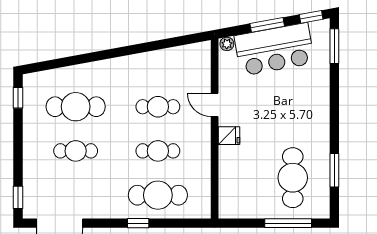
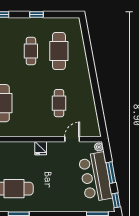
window: (18, 98) -> (37, 14), moved
door: (215, 105) -> (72, 139), moved
cafe table: (158, 151) -> (31, 103), removed

